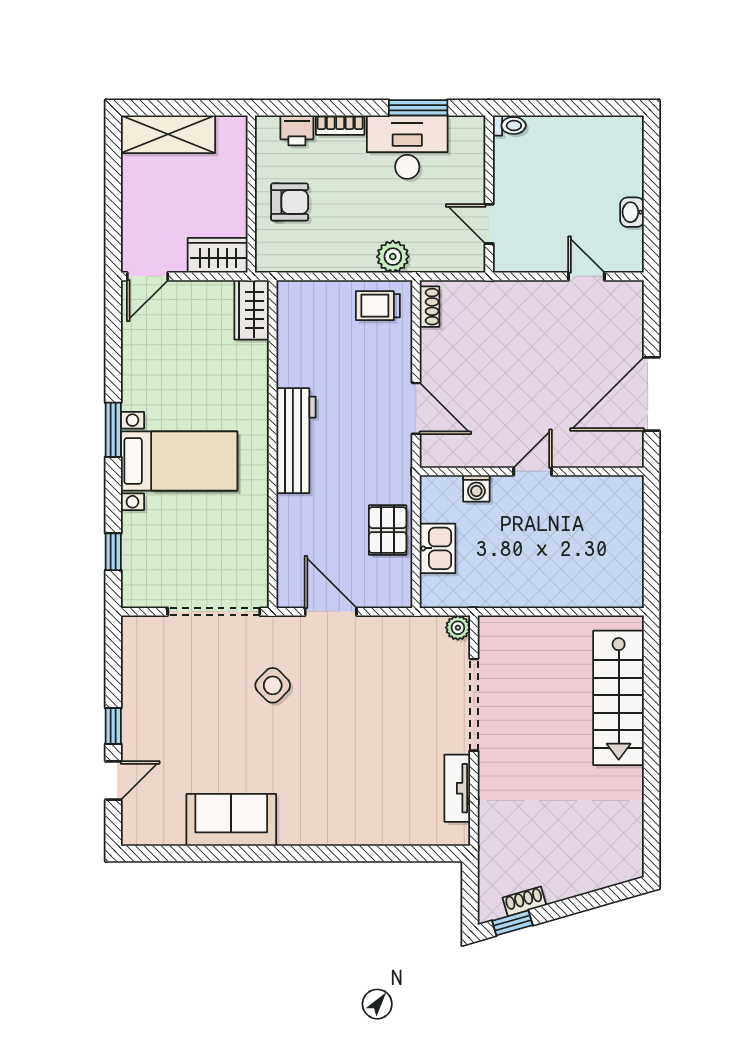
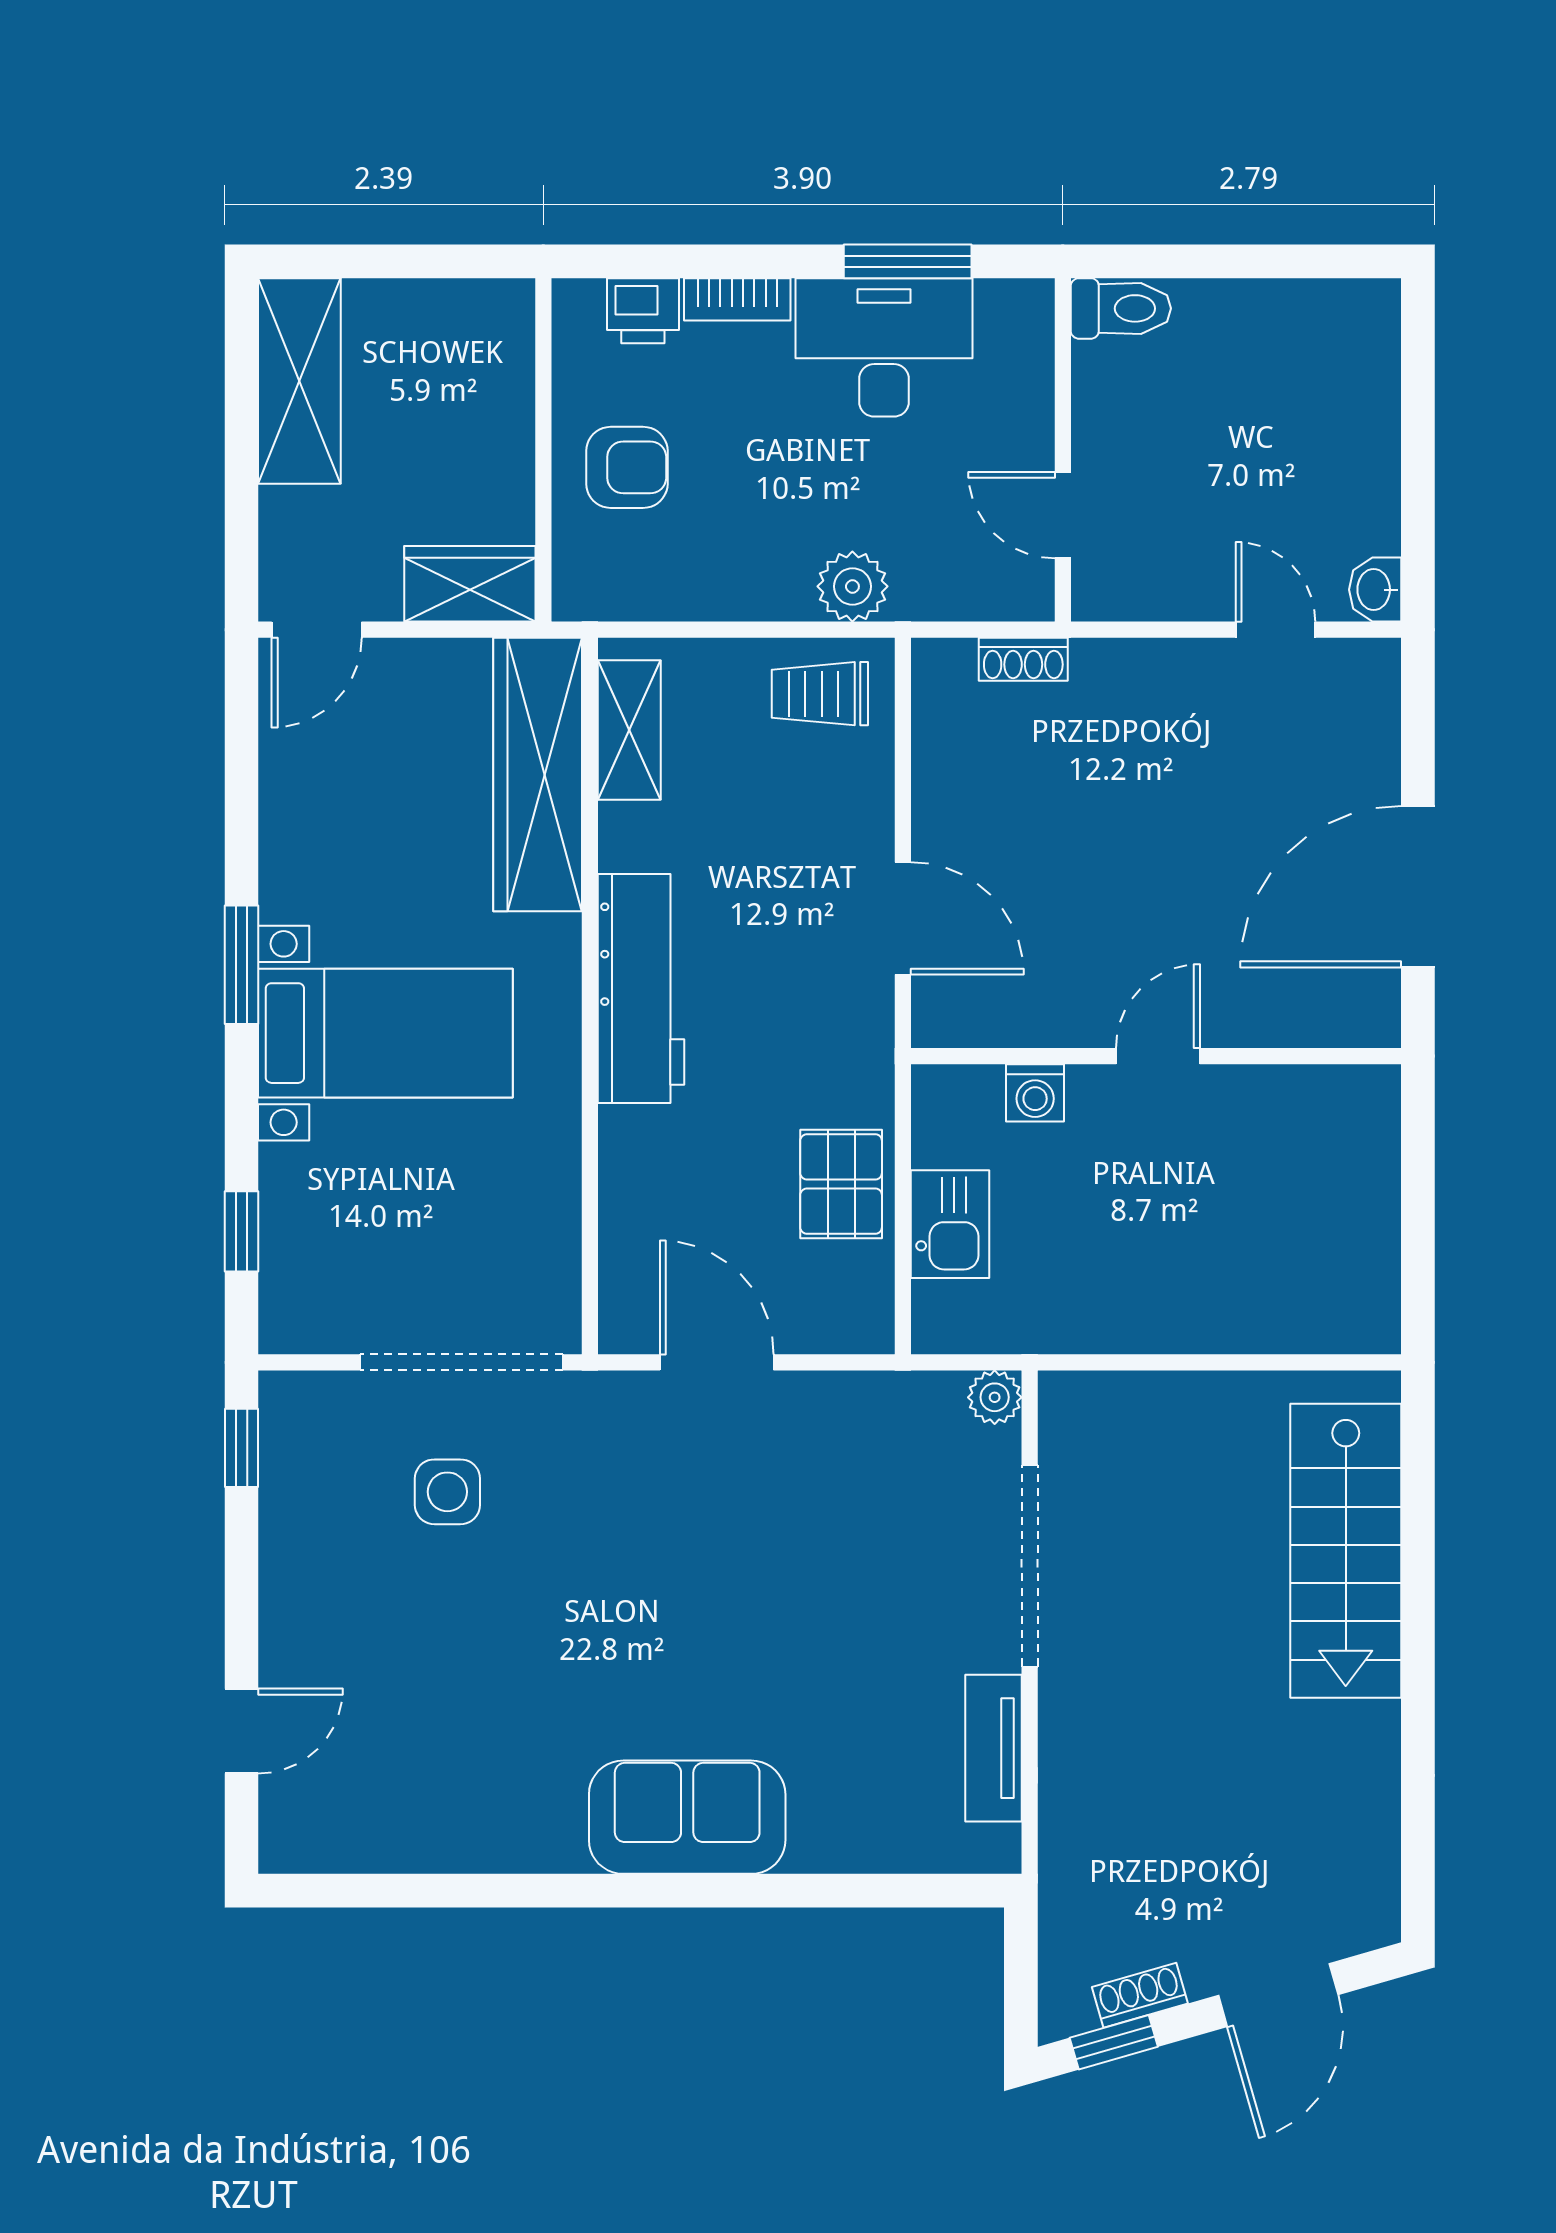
toilet: (509, 126) -> (1121, 308), width x1.37, depth x1.39
shelving: (168, 134) -> (299, 381), moved, turned 90
washbasin: (632, 212) -> (1375, 590), moved
shoe rack: (429, 307) -> (1023, 659), moved, turned 90
wardrobe: (252, 310) -> (538, 775), width x2.10, depth x1.17
shelving: (291, 322) -> (629, 730), added
side table: (273, 685) -> (447, 1492), moved, turned 45
window: (113, 726) -> (242, 1448), moved
sofa: (231, 820) -> (687, 1817), moved
door: (588, 901) -> (1278, 1995), added

